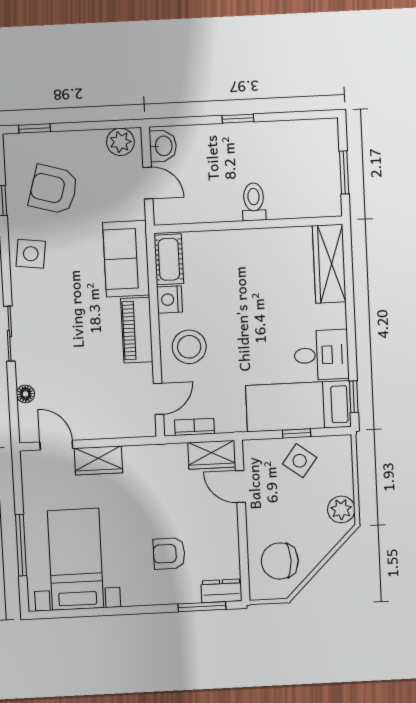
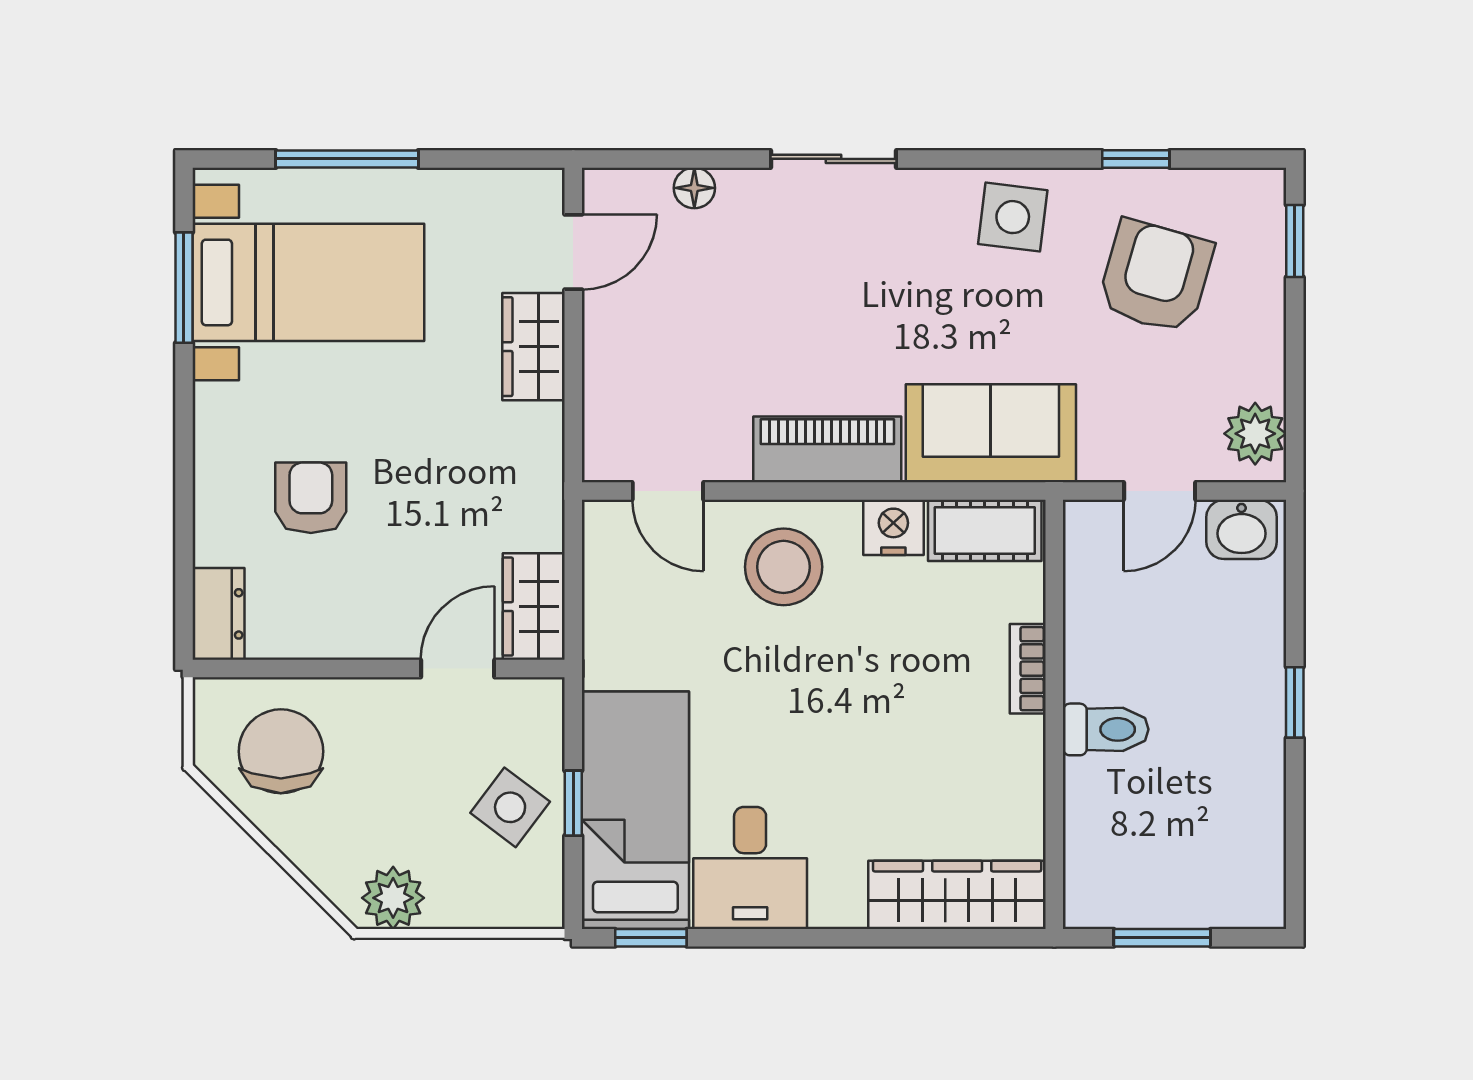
bookcase: (195, 427) -> (1028, 669), moved, turned 180
window: (202, 607) -> (184, 288), moved

